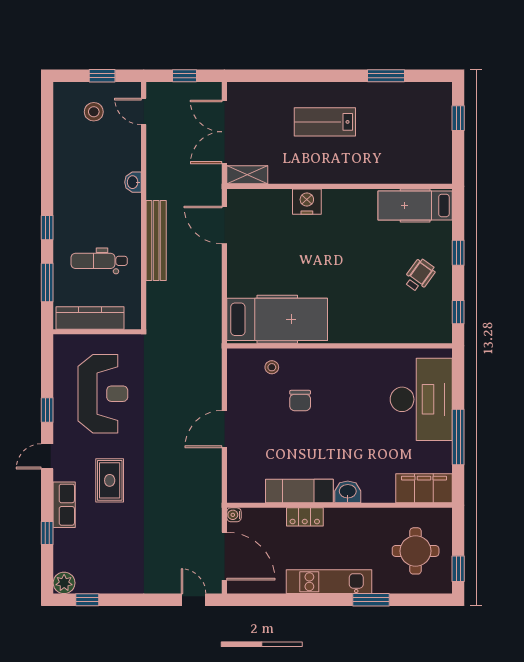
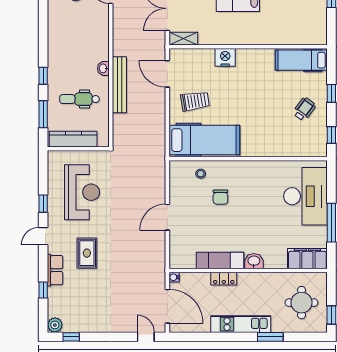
washbasin: (133, 182) -> (103, 68), moved
trolley: (264, 264) -> (195, 101), added

